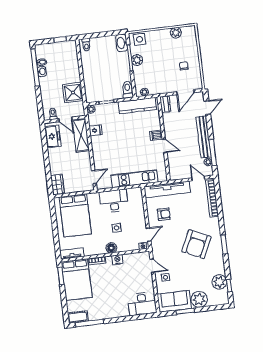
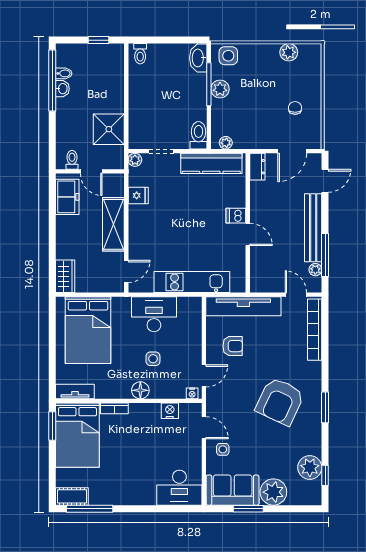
shelving: (81, 135) -> (113, 224), moved
nightstand: (117, 260) -> (170, 411), moved

